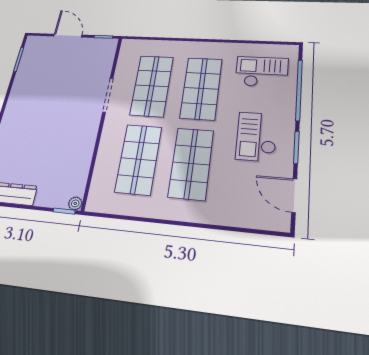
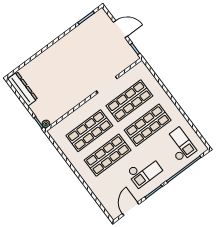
door: (68, 36) -> (120, 29), hinge flipped
checkout: (257, 137) -> (144, 171), turned 180

